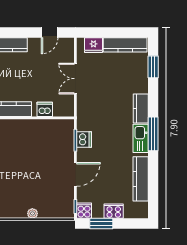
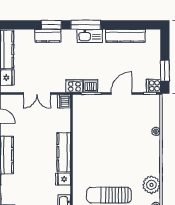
window: (153, 67) -> (51, 25), moved
dishwasher: (45, 109) -> (64, 101), moved
kitchen counter: (141, 109) -> (48, 36), moved
door: (75, 174) -> (122, 93), hinge flipped
cooker: (114, 211) -> (74, 86), moved, turned 90

